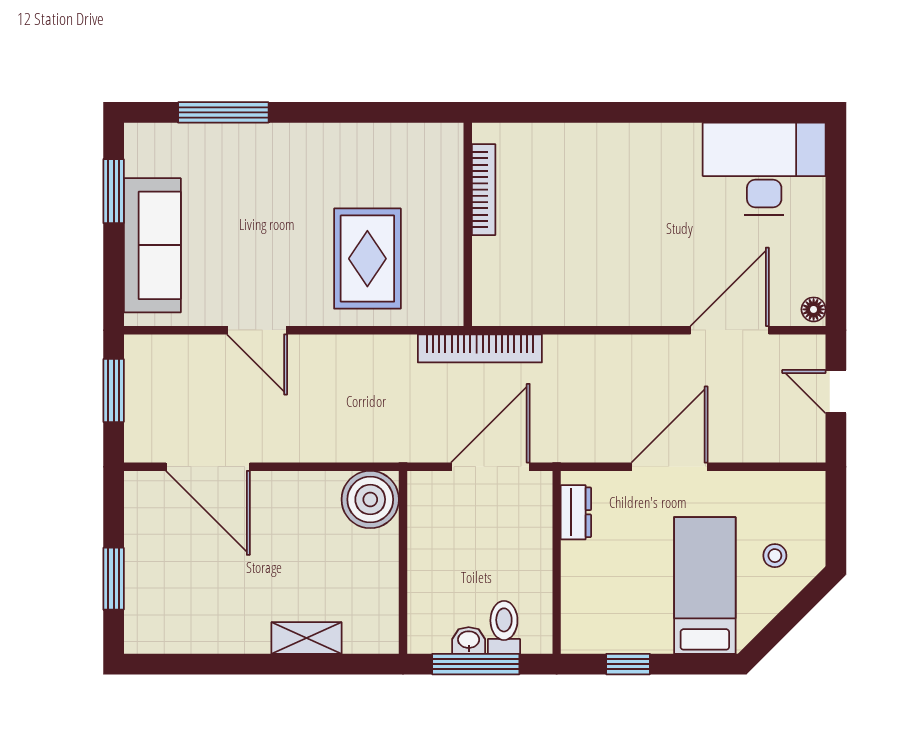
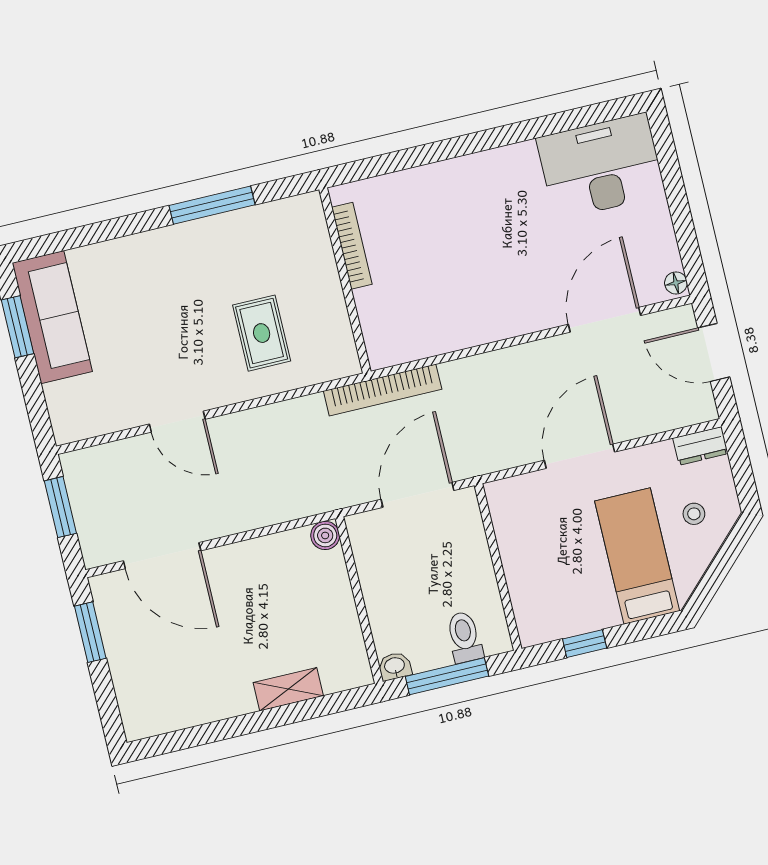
window: (223, 112) -> (212, 205), moved
sofa: (152, 245) -> (52, 317), moved
rug: (367, 259) -> (262, 333), width x0.73, depth x0.70
door: (836, 392) -> (714, 352), width x1.38
boiler: (370, 499) -> (325, 535), width x0.54, depth x0.54
dresser: (576, 512) -> (700, 446), moved, turned 90
window: (114, 579) -> (90, 632), moved
washbasin: (469, 640) -> (395, 666), moved

